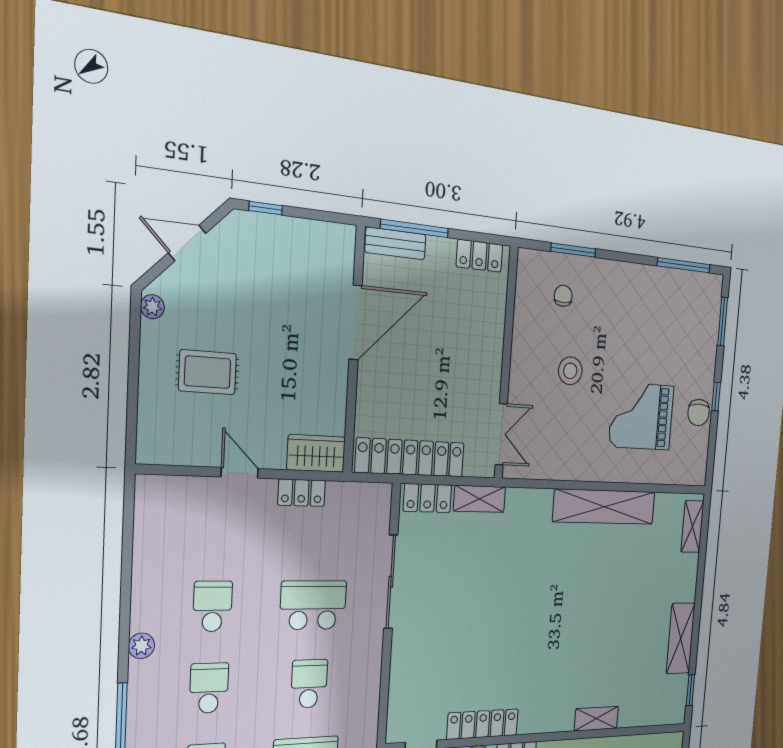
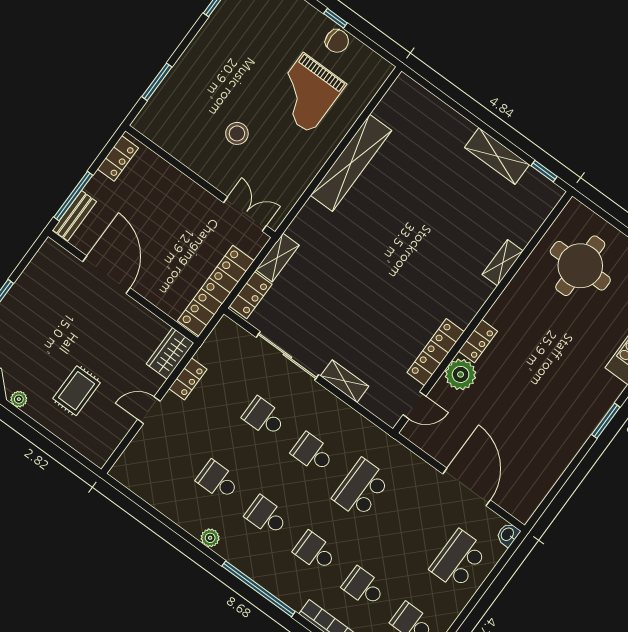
chair: (563, 296) -> (183, 109), removed
shelving: (692, 527) -> (345, 381), moved
school desk: (313, 605) -> (264, 417), width x0.54

